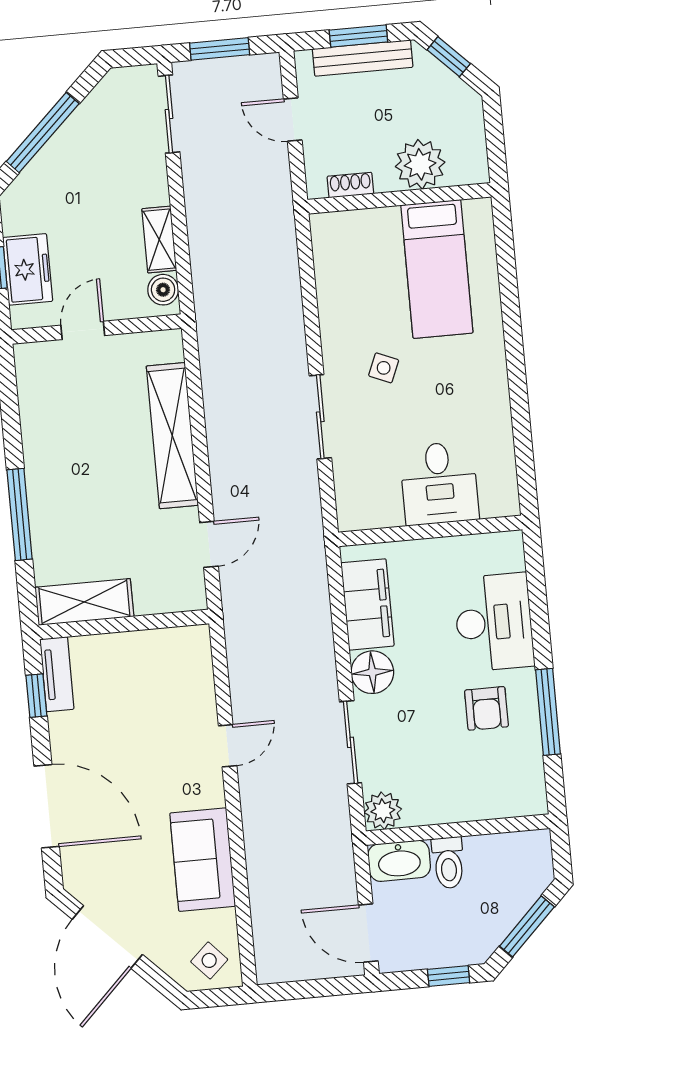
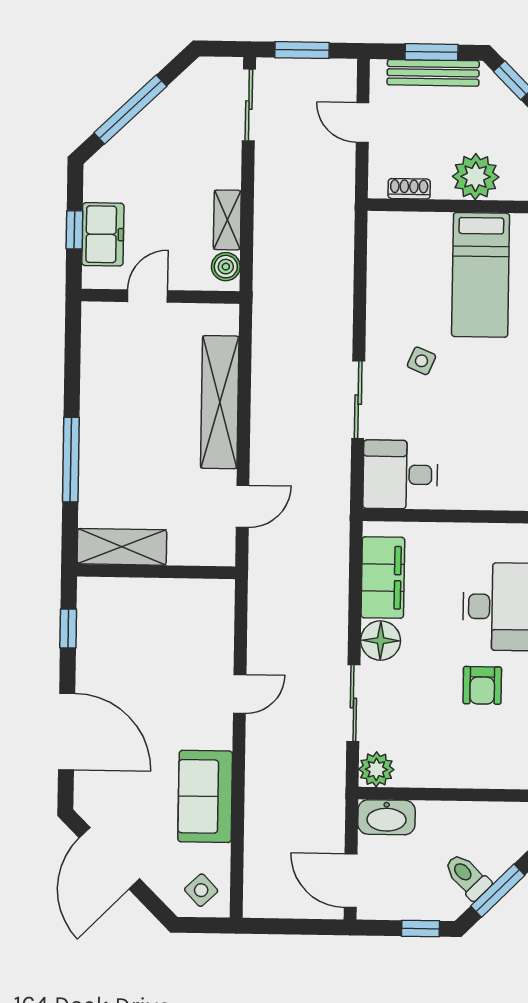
desk: (439, 483) -> (400, 475), moved, turned 90
tv unit: (57, 674) -> (89, 611), removed
toilet: (448, 863) -> (467, 876), moved, turned 135

